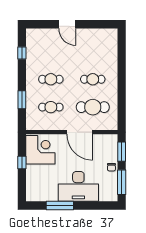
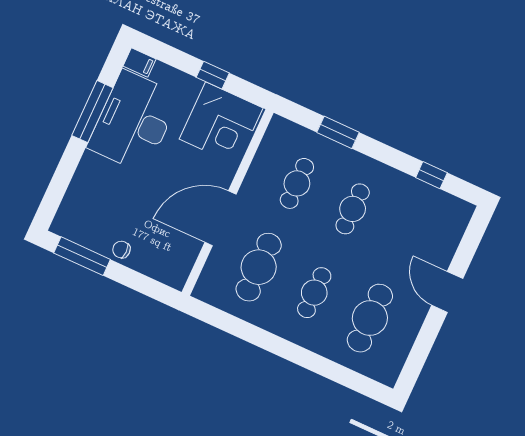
door: (67, 24) -> (447, 292), hinge flipped
cafe table: (93, 51) -> (370, 318), added
window: (122, 152) -> (143, 284), removed
desk: (78, 186) -> (134, 121), moved
filing cabinet: (31, 195) -> (139, 63), added

